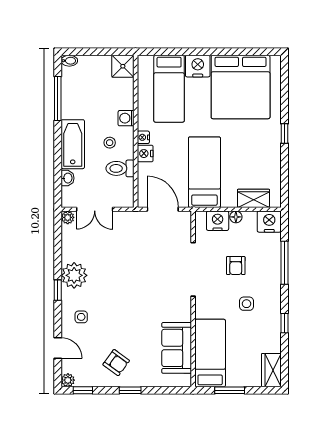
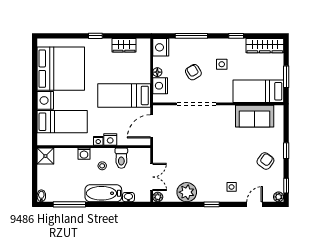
wardrobe: (253, 198) -> (124, 45), moved, turned -90
armchair: (236, 266) -> (193, 72), turned -121
plant: (74, 275) -> (187, 192), moved
wardrobe: (271, 370) -> (265, 46), width x1.50

